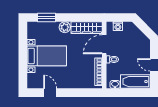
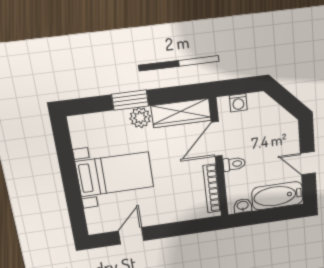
window: (46, 18) -> (130, 100), moved
door: (50, 93) -> (131, 236), hinge flipped

